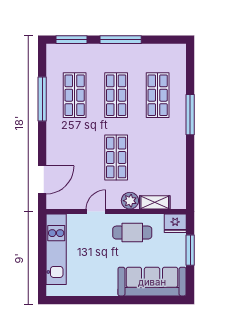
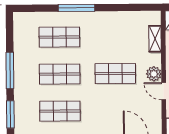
plant: (130, 201) -> (154, 74), moved

